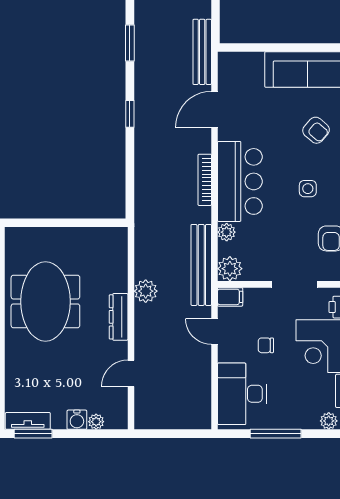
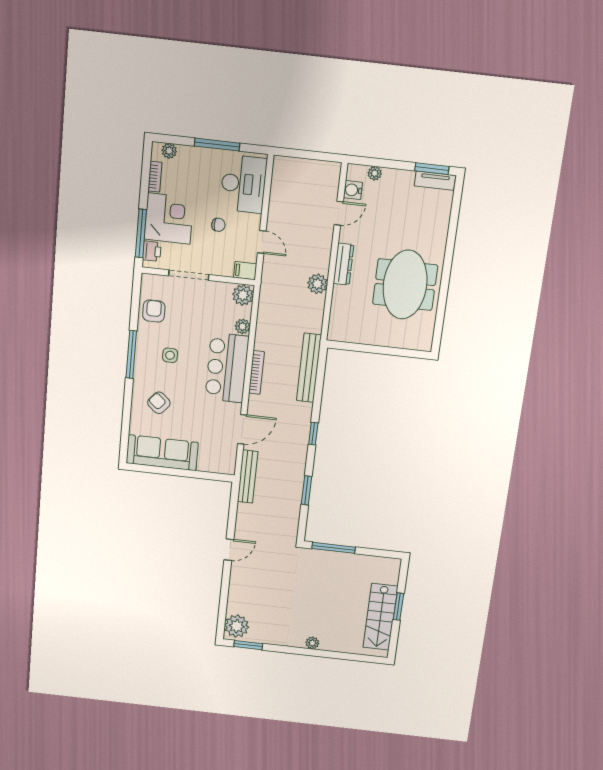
bench: (201, 265) -> (309, 368), moved
water cooler: (77, 420) -> (353, 190), moved, turned -90

